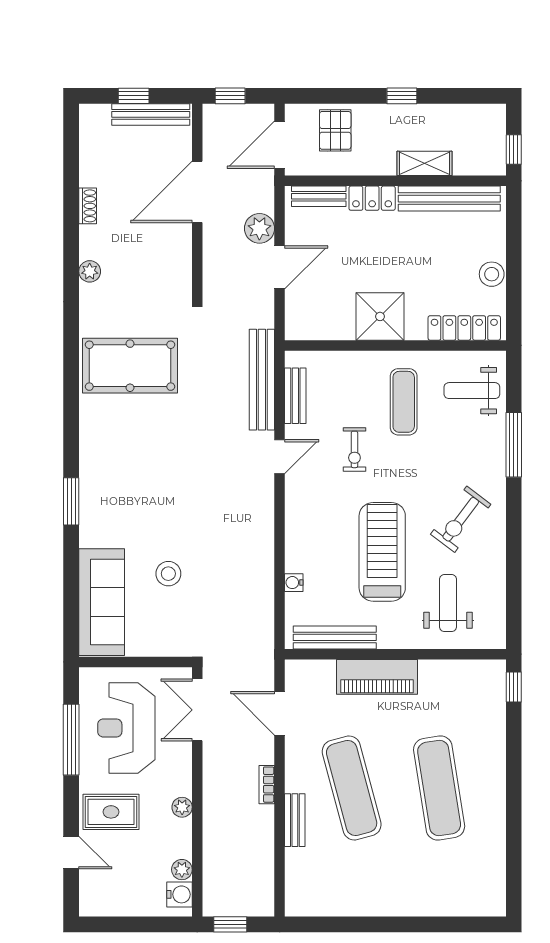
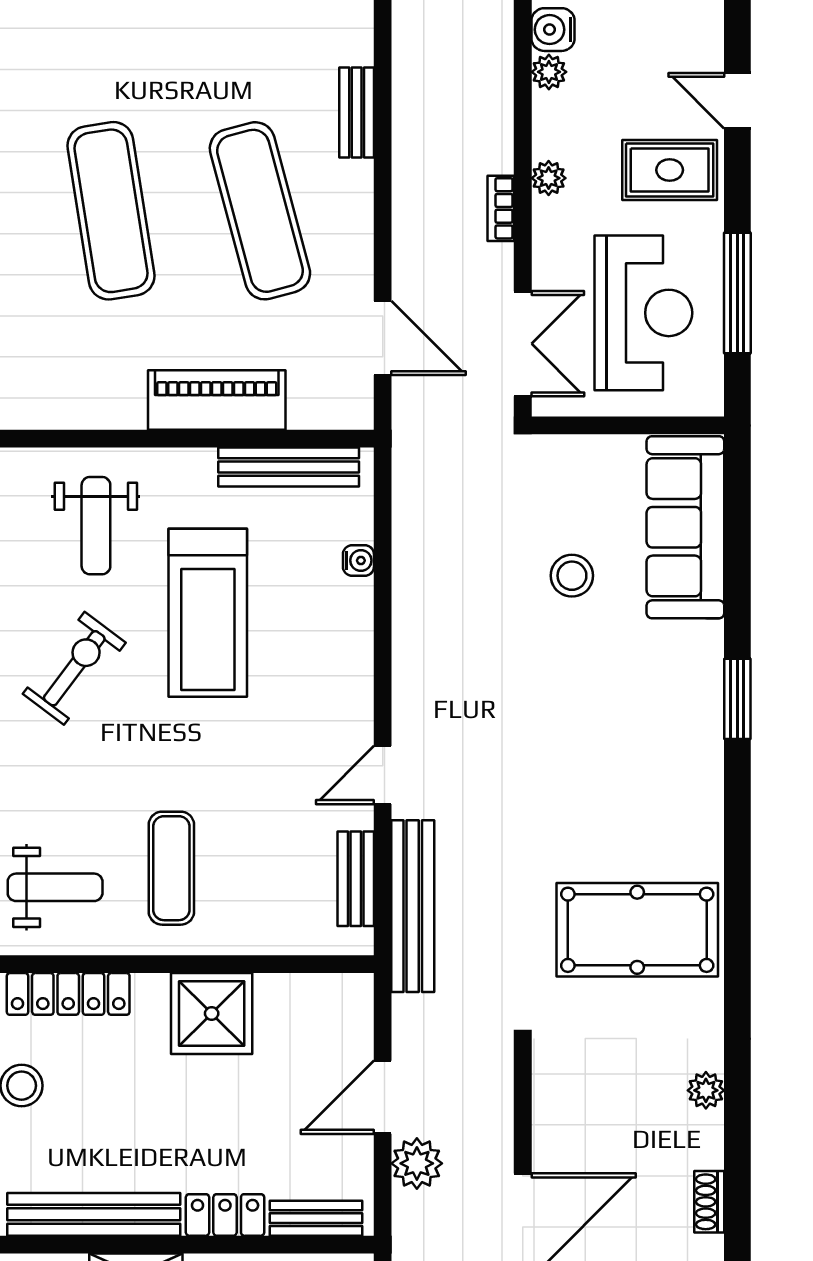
exercise bike: (354, 449) -> (255, 787), removed
bookcase: (267, 785) -> (501, 208), moved, turned 180
bench: (295, 820) -> (357, 112), moved

